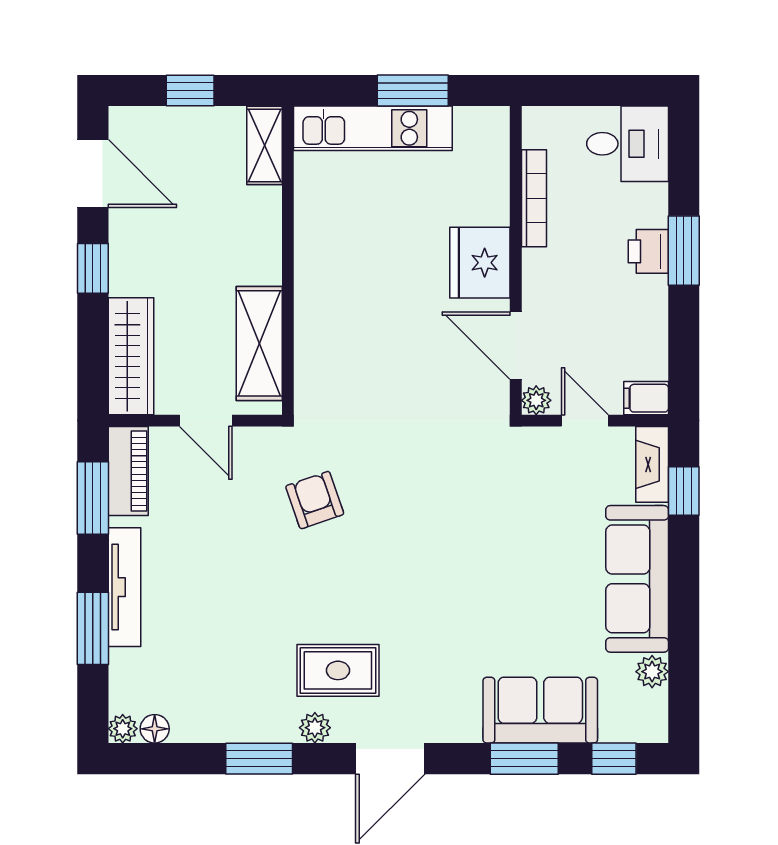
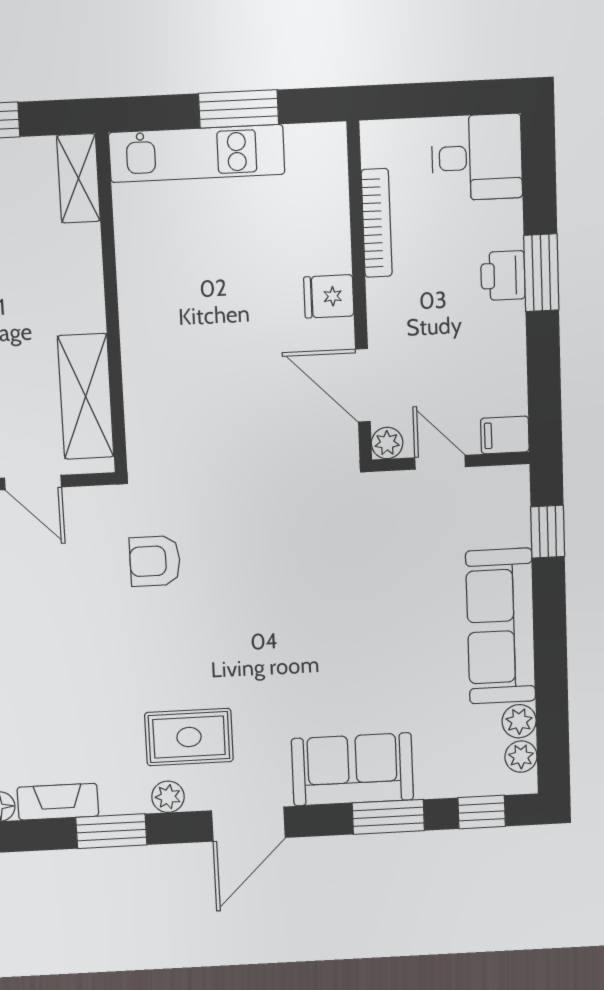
fridge: (480, 263) -> (329, 296), width x0.53, depth x0.75
fireplace: (652, 464) -> (58, 802), moved, turned 90
armchair: (315, 500) -> (155, 561), turned -71
plant: (653, 706) -> (521, 757), added
sofa: (540, 710) -> (352, 769), moved

